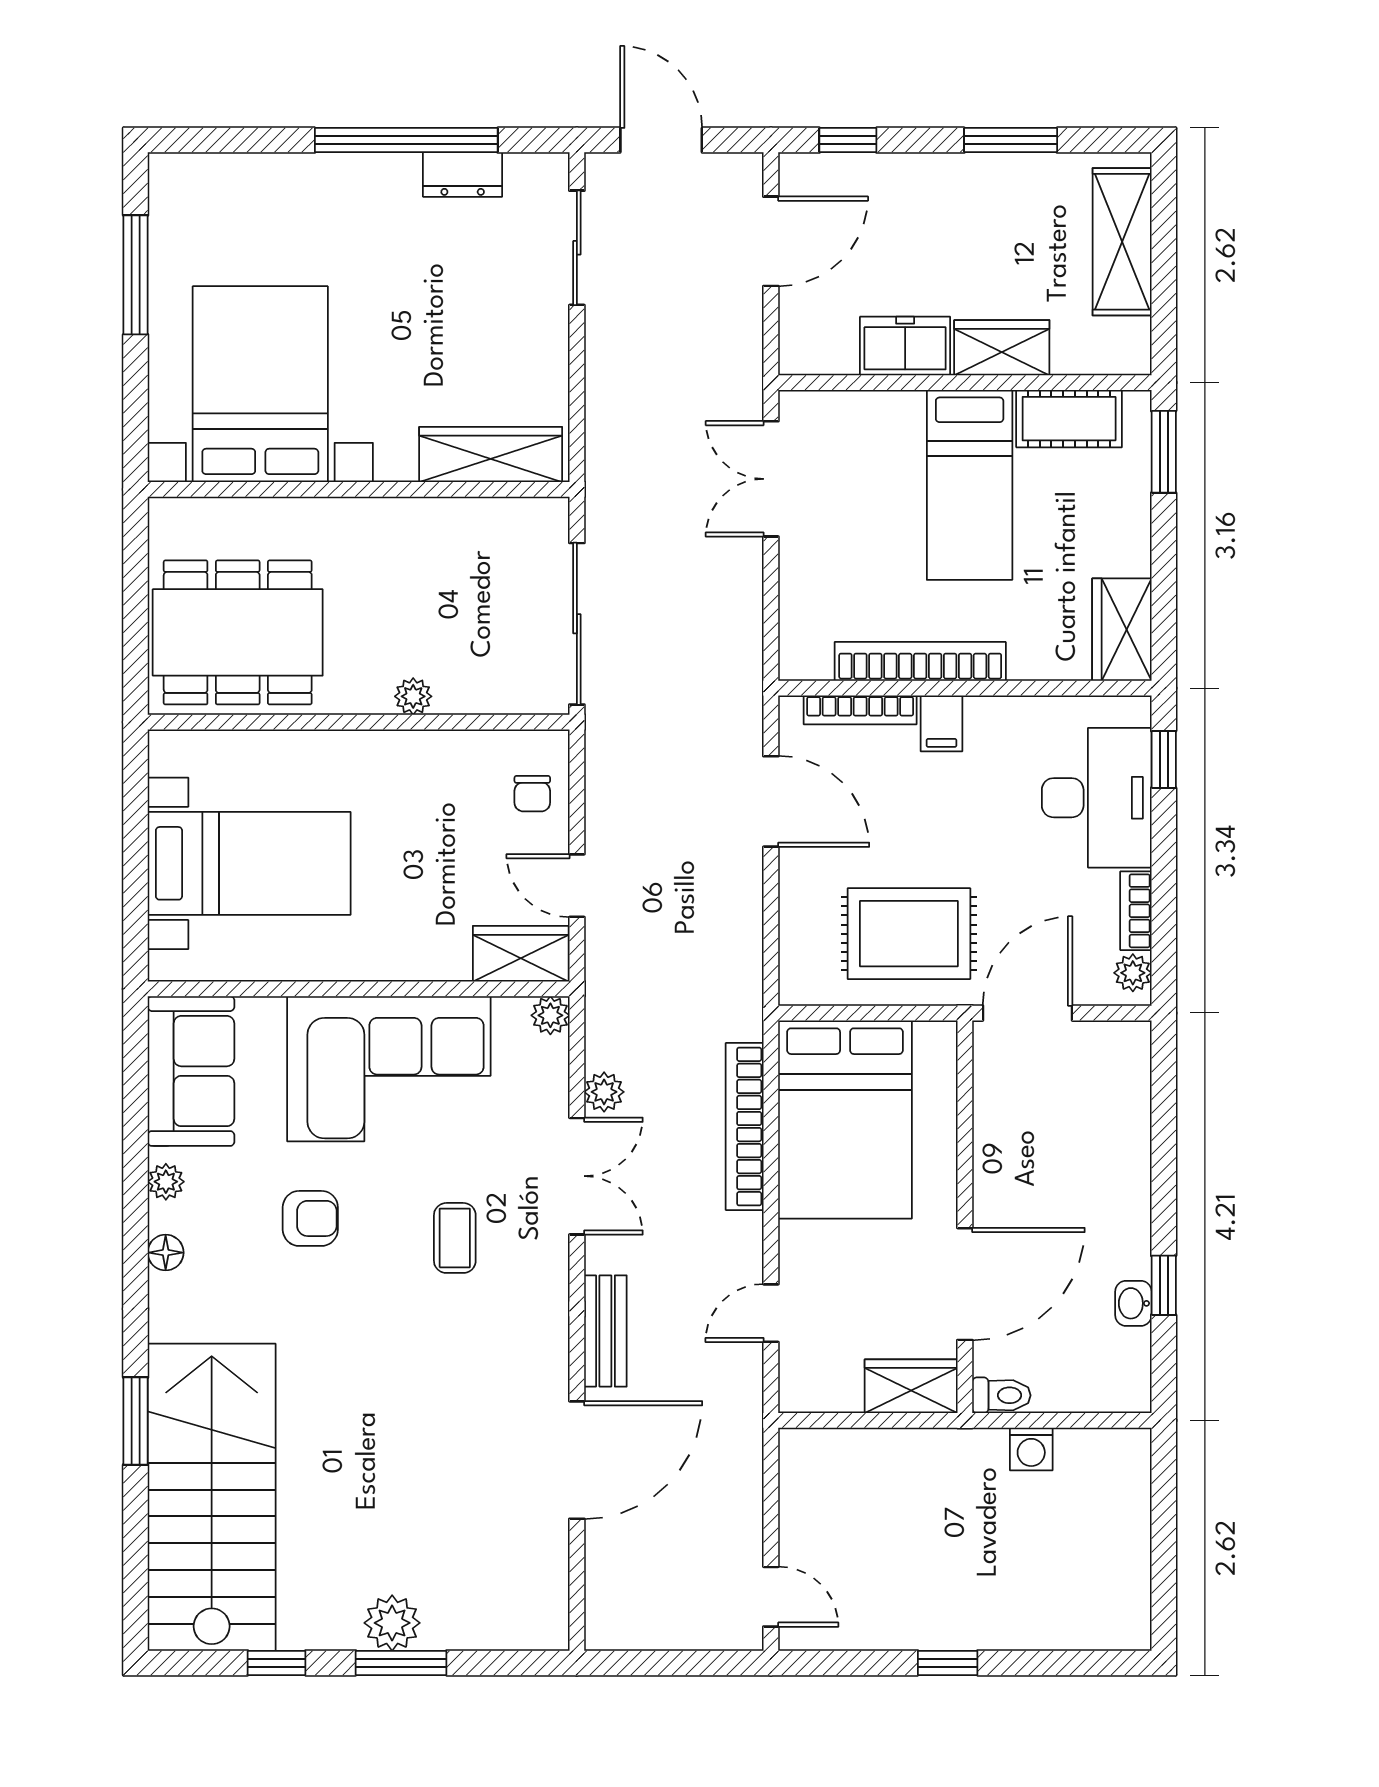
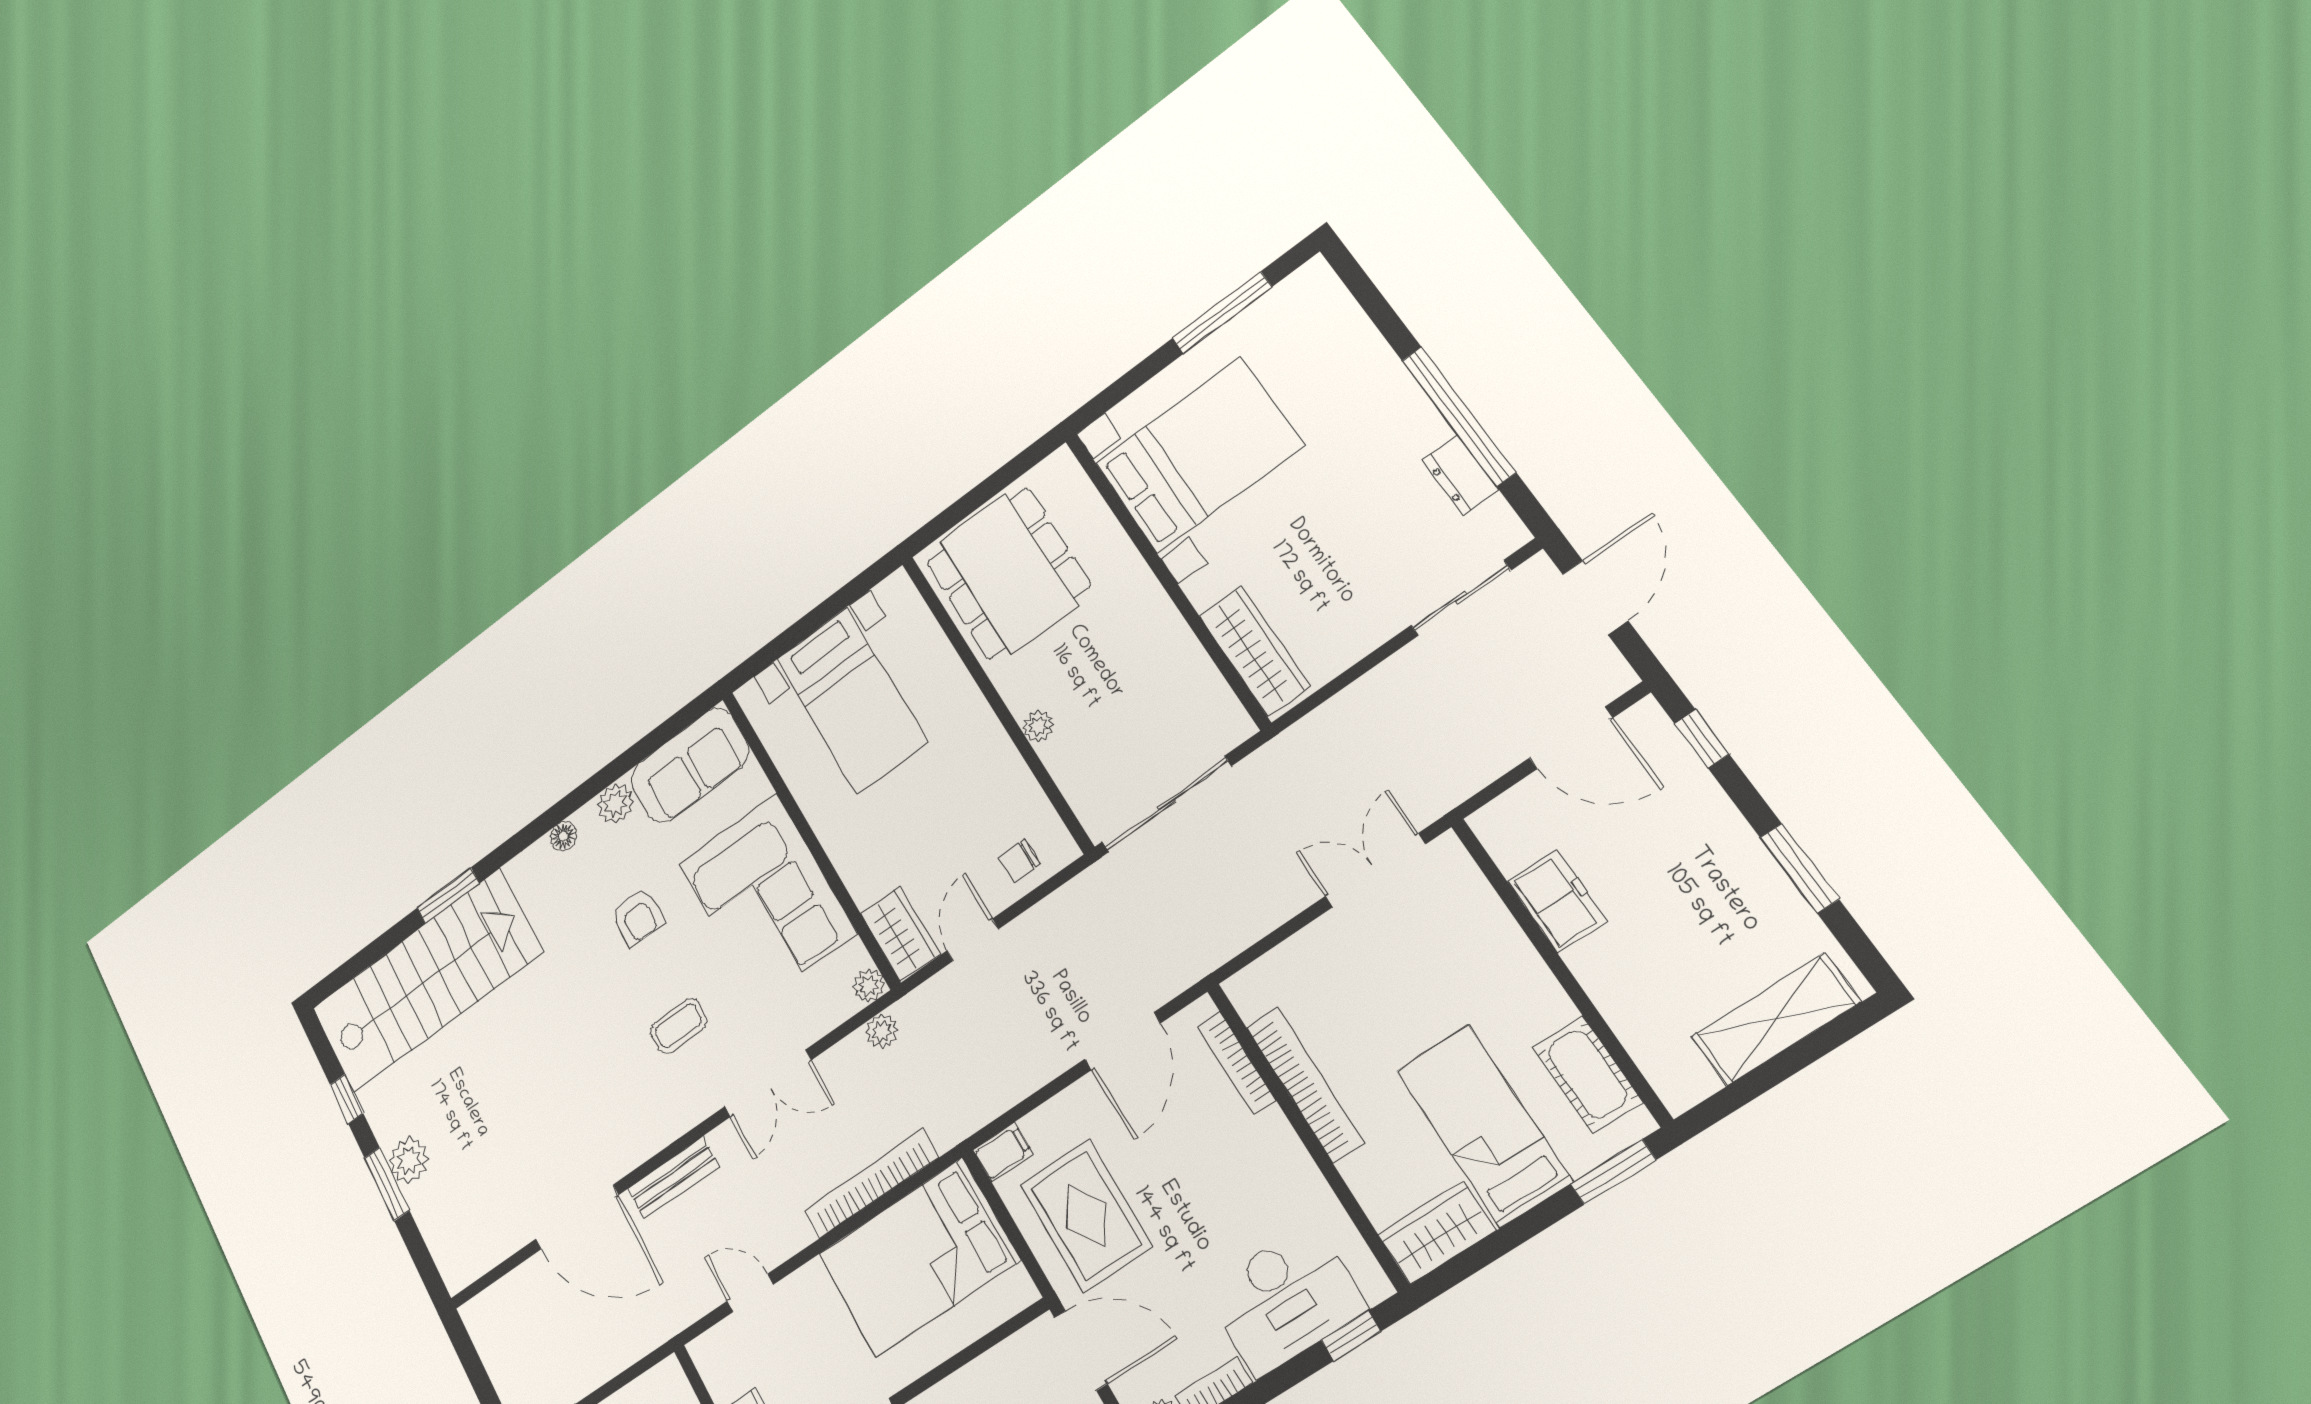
wardrobe: (1002, 348) -> (1610, 980), removed
bed: (970, 485) -> (1484, 1126), moved, turned 90
filing cabinet: (941, 723) -> (1003, 1152), moved, turned 180
plant: (604, 1092) -> (882, 1031), moved
plant: (166, 1182) -> (616, 804), width x1.38, depth x1.38

